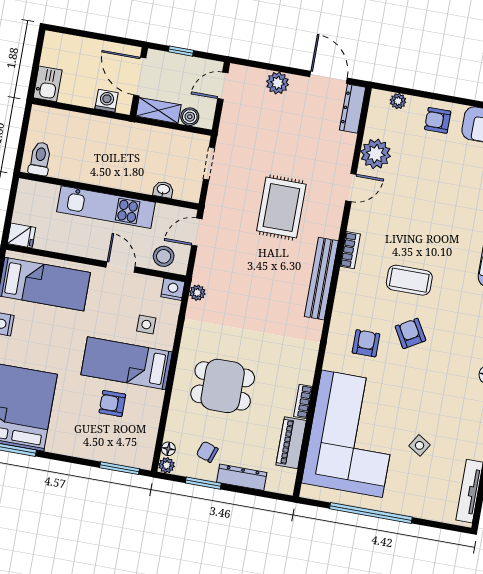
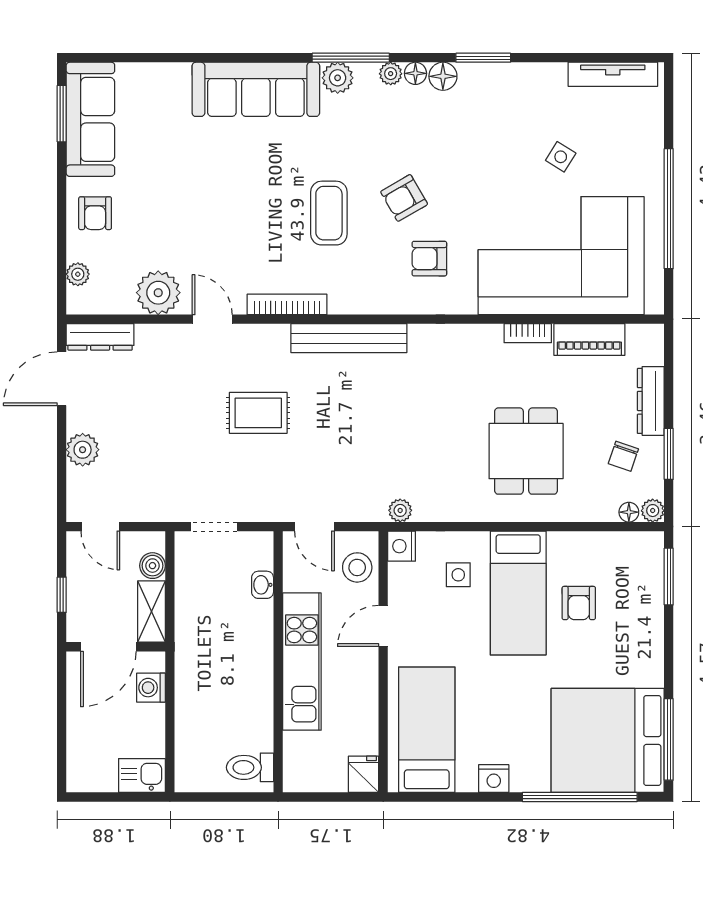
rug: (281, 208) -> (258, 413), width x0.73, depth x0.70
bookcase: (350, 250) -> (287, 304), width x1.56

